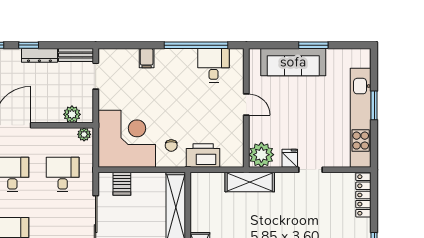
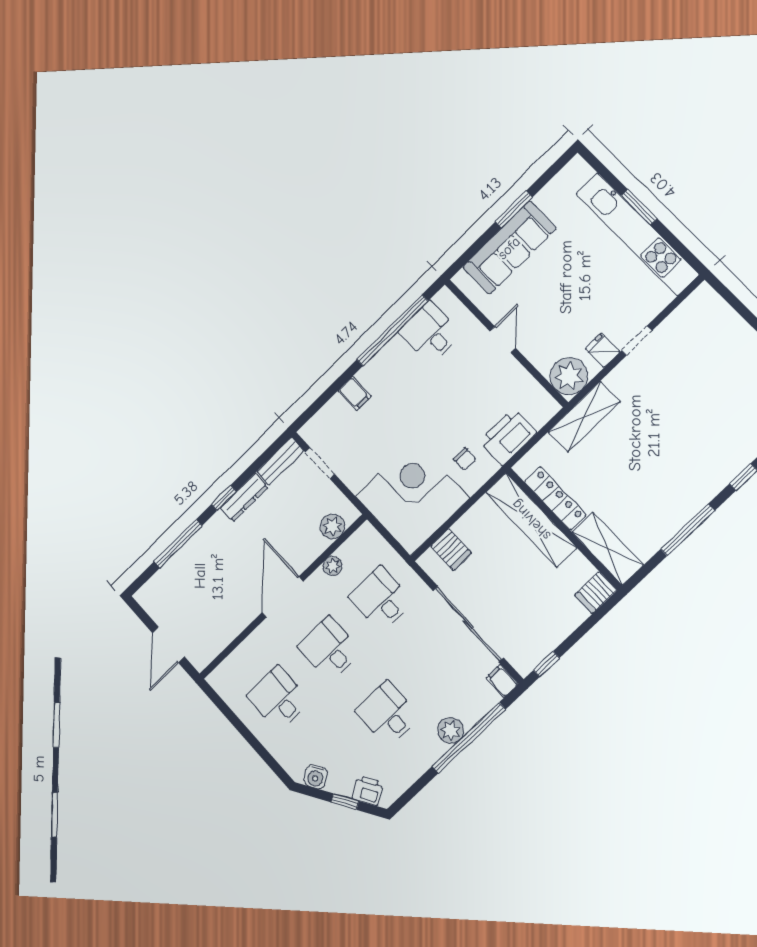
door: (246, 105) -> (503, 339), hinge flipped
plant: (84, 134) -> (333, 566), moved
locker: (363, 195) -> (555, 498), moved, turned 180

